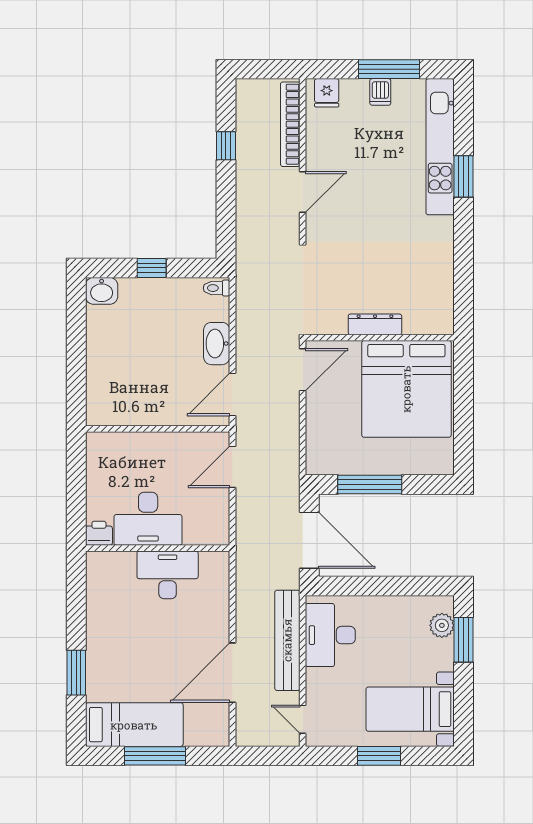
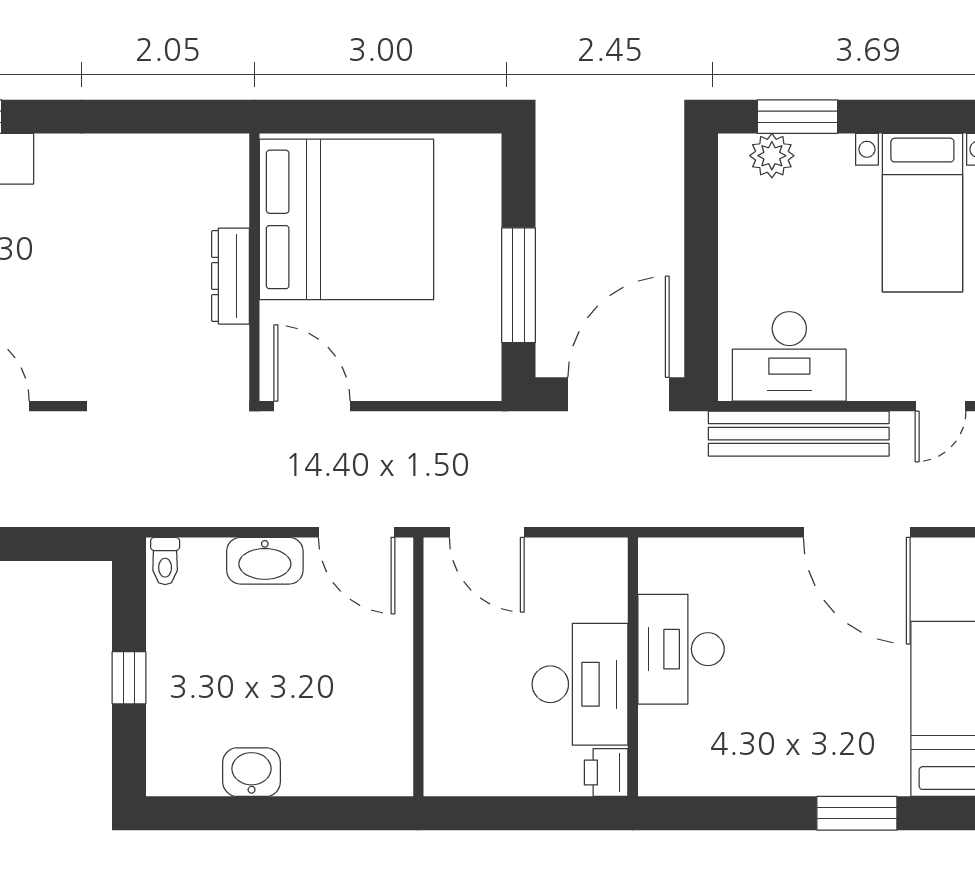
washbasin: (102, 291) -> (252, 772), moved, turned -90

